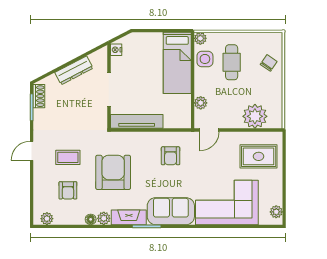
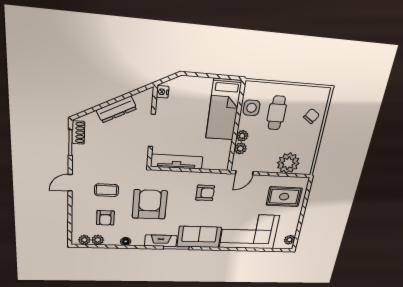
plant: (200, 38) -> (242, 136), moved
armchair: (171, 156) -> (205, 193), turned -90
plant: (104, 218) -> (98, 240), moved

